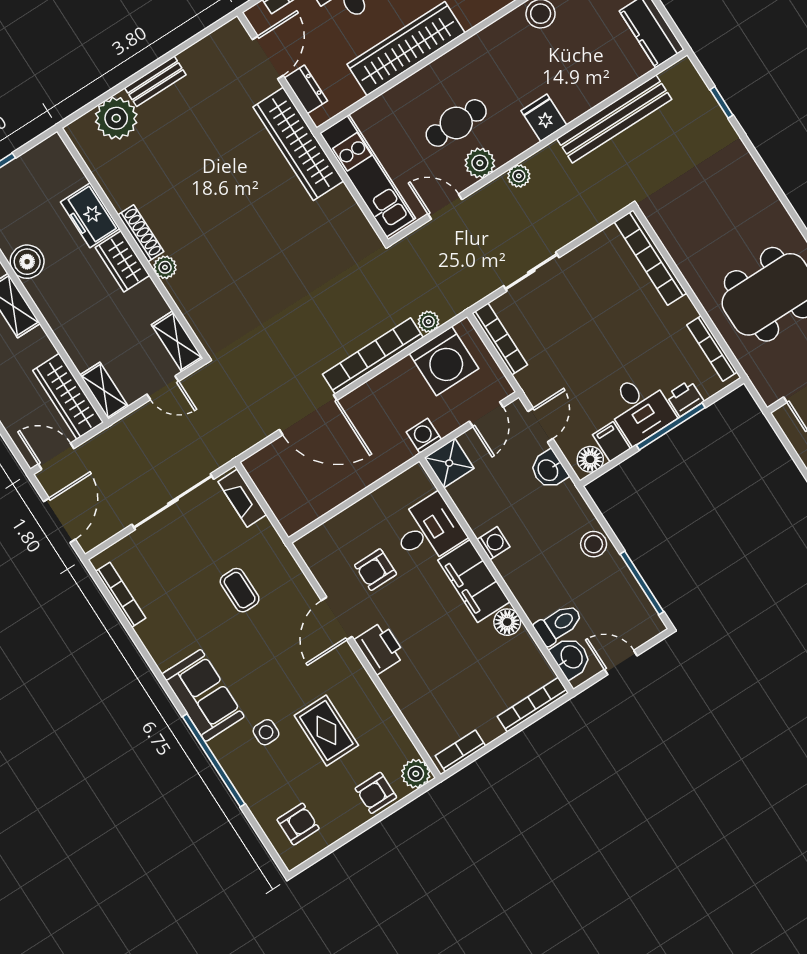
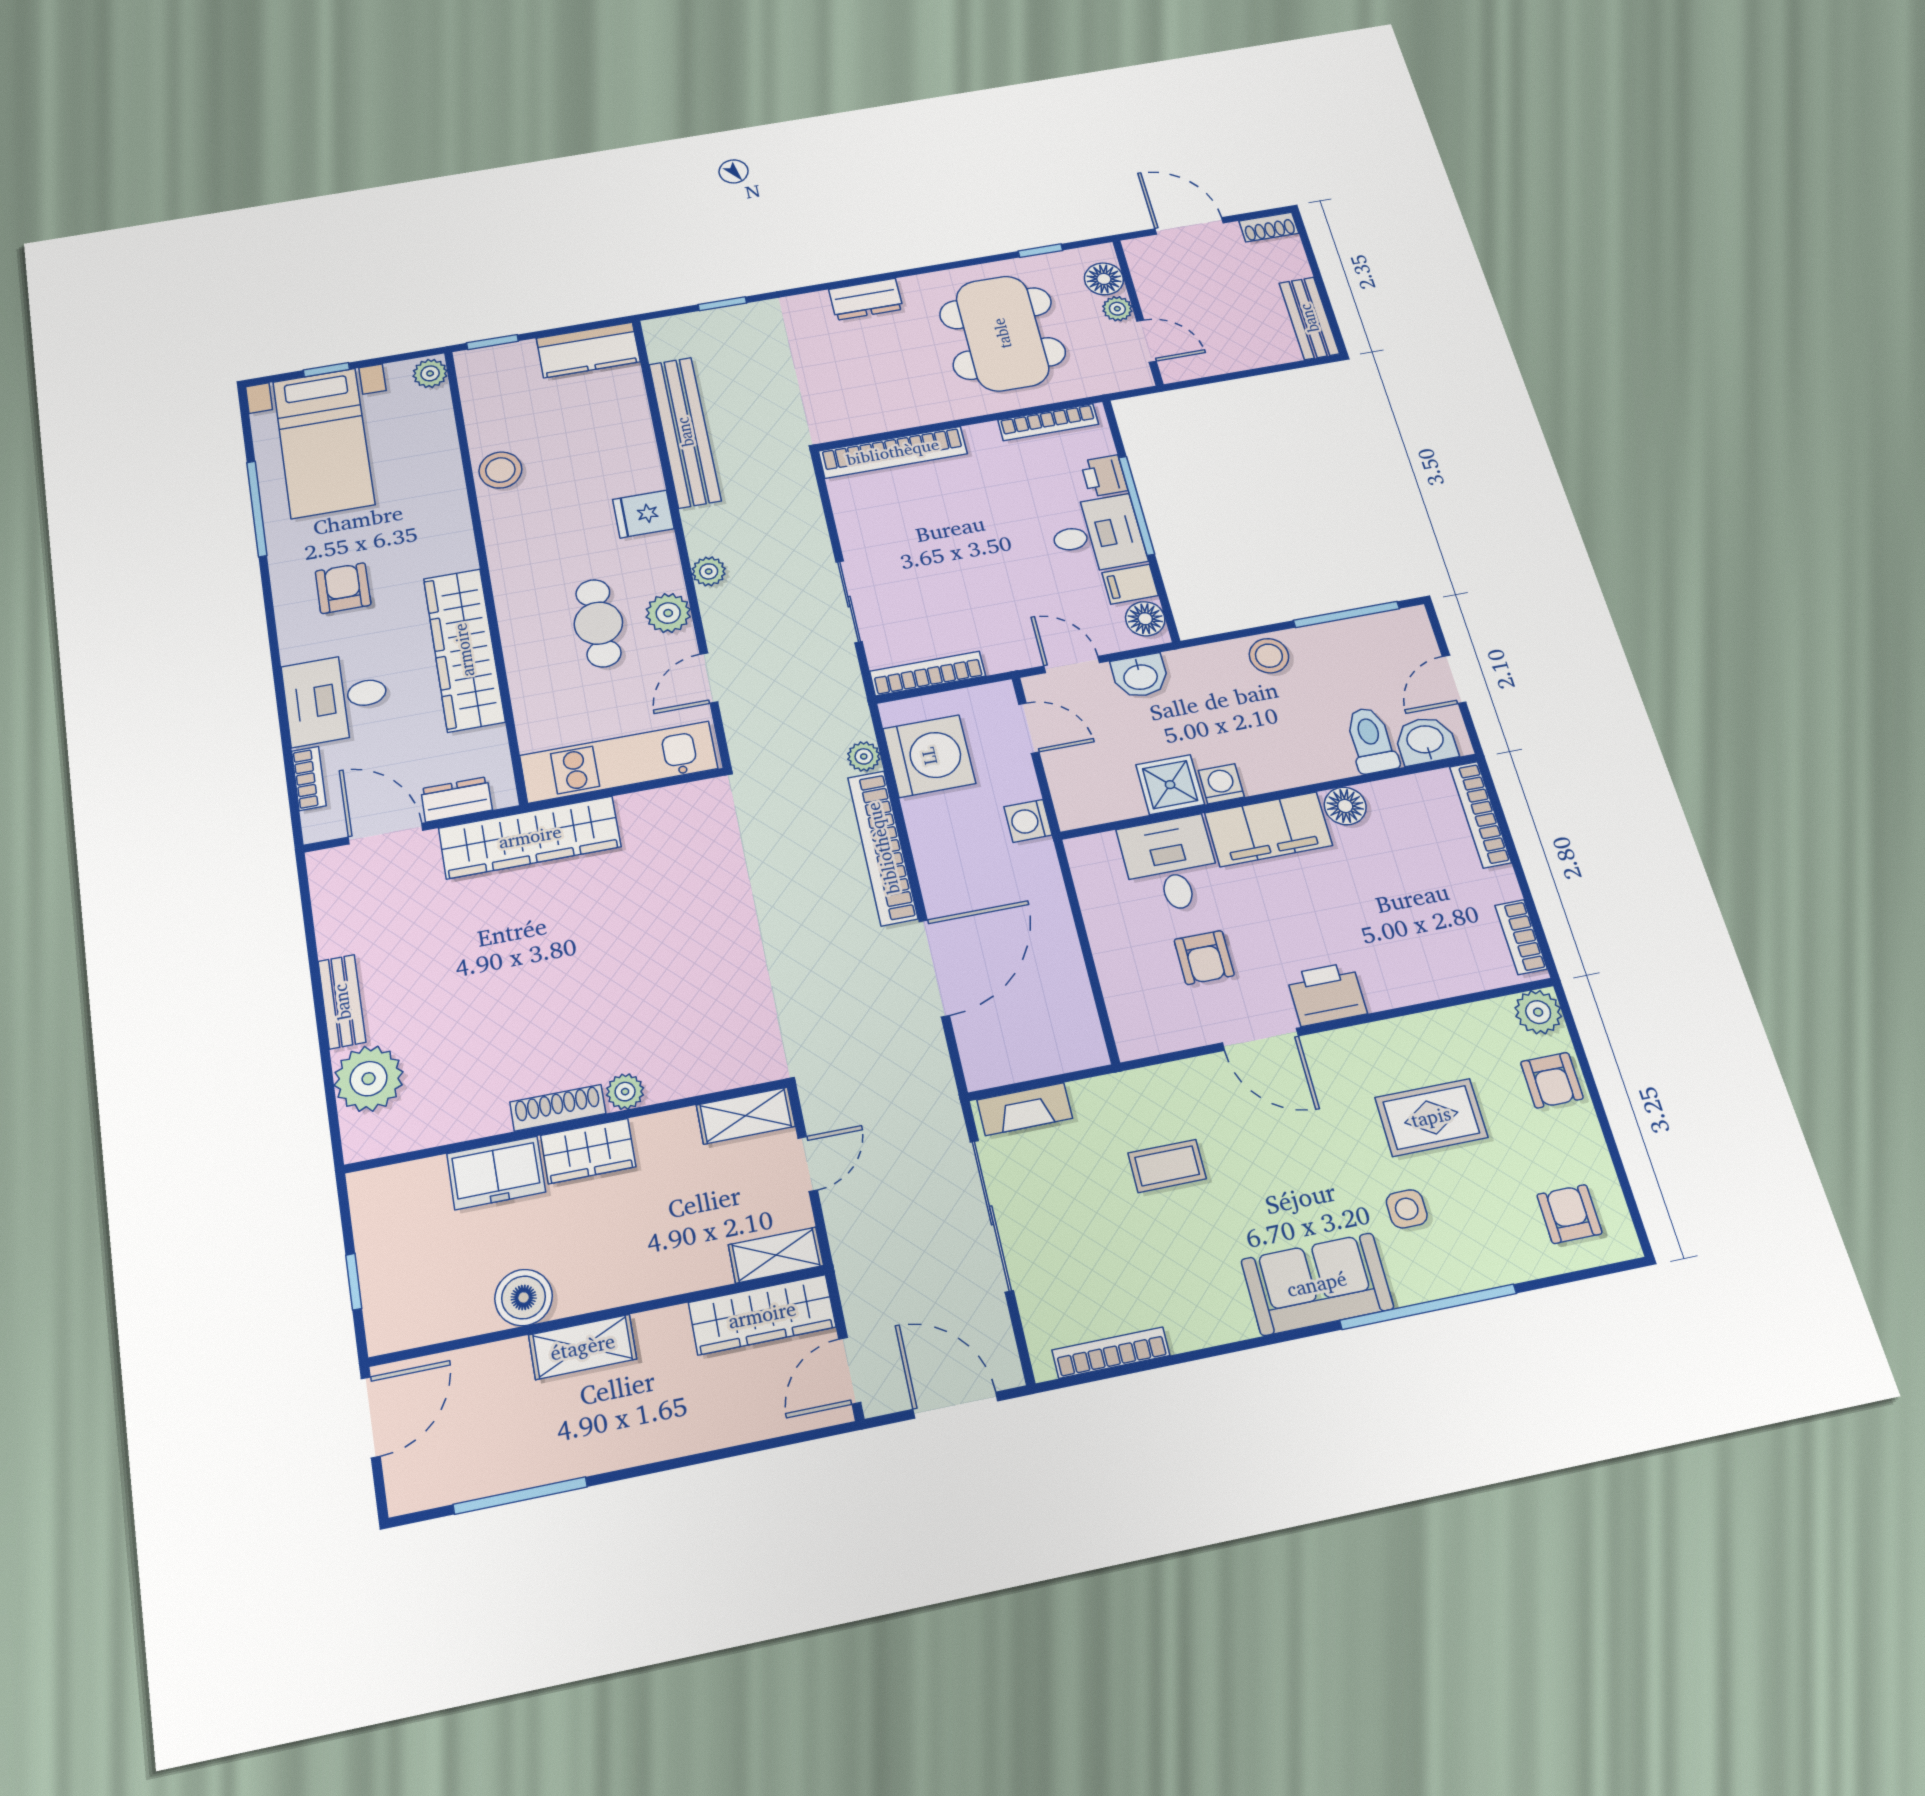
dresser: (762, 195) -> (866, 299), added
shower: (449, 463) -> (1170, 785), moved

